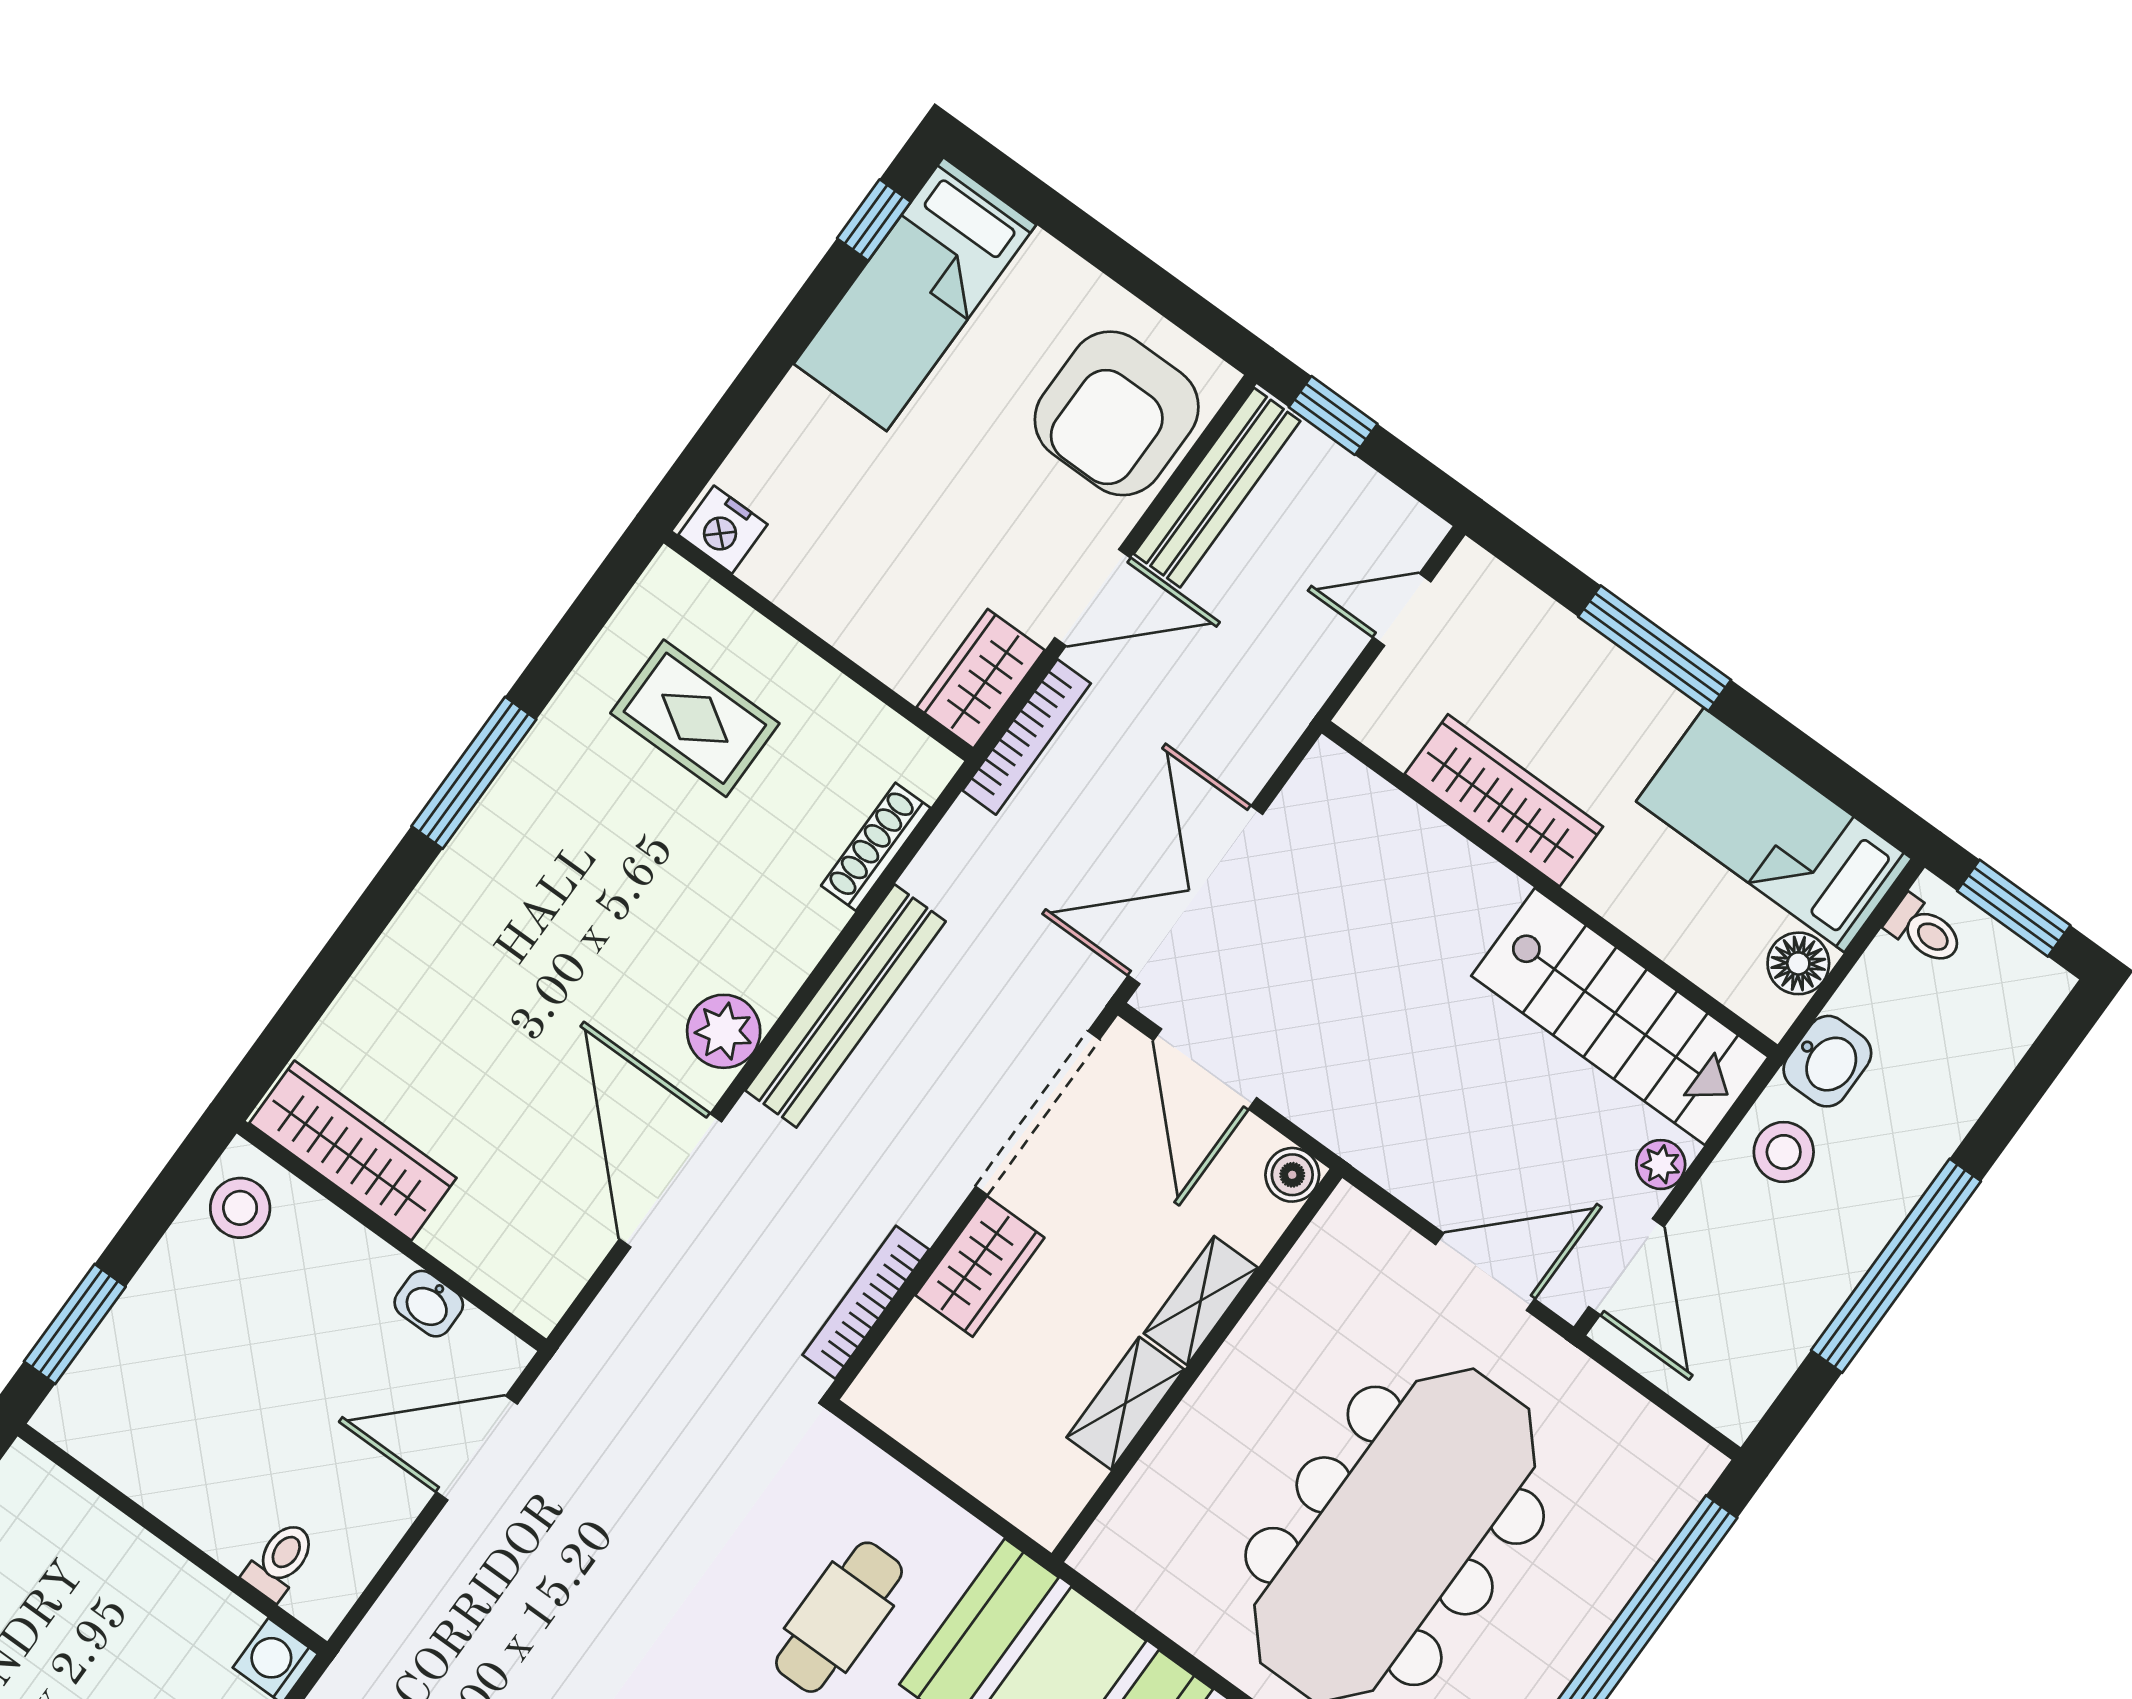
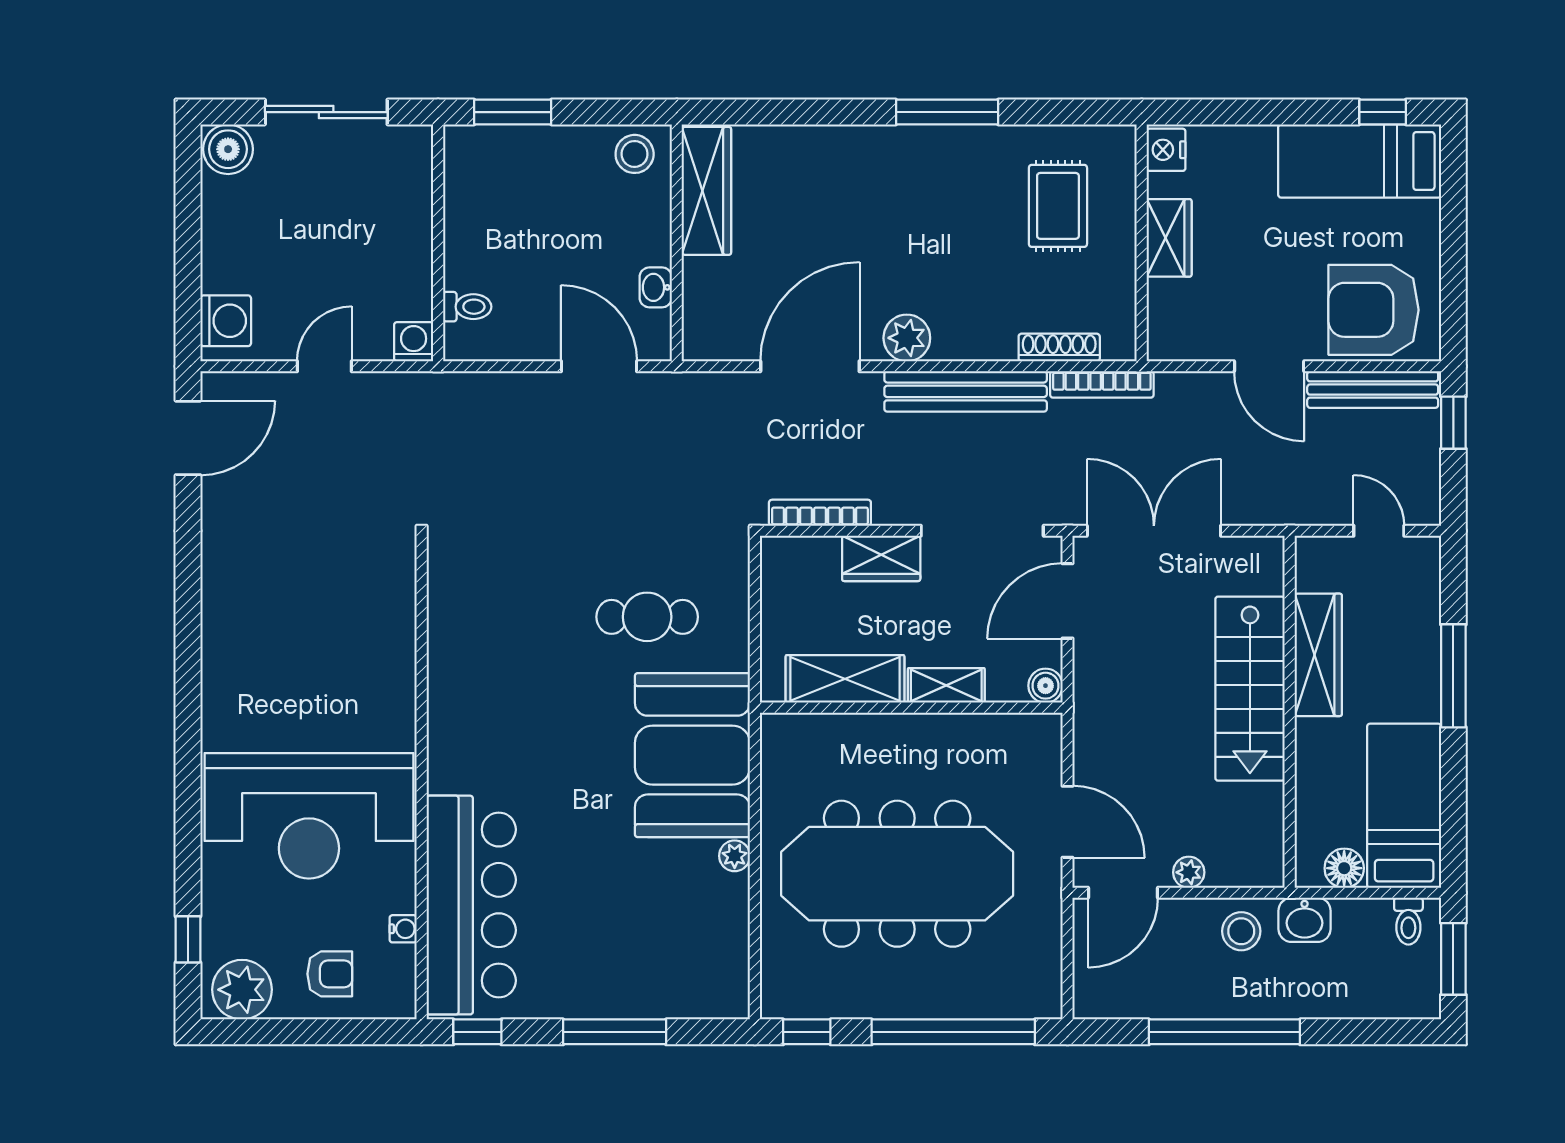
wardrobe: (981, 679) -> (1169, 238), moved, turned 90
bookcase: (1027, 737) -> (1102, 384), moved
stairs: (1620, 1016) -> (1250, 689), moved
shelving: (1125, 1403) -> (845, 679), width x1.50, depth x1.33

